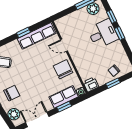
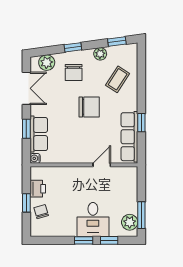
chair: (63, 69) -> (89, 107), moved
printer: (91, 84) -> (38, 189), moved

